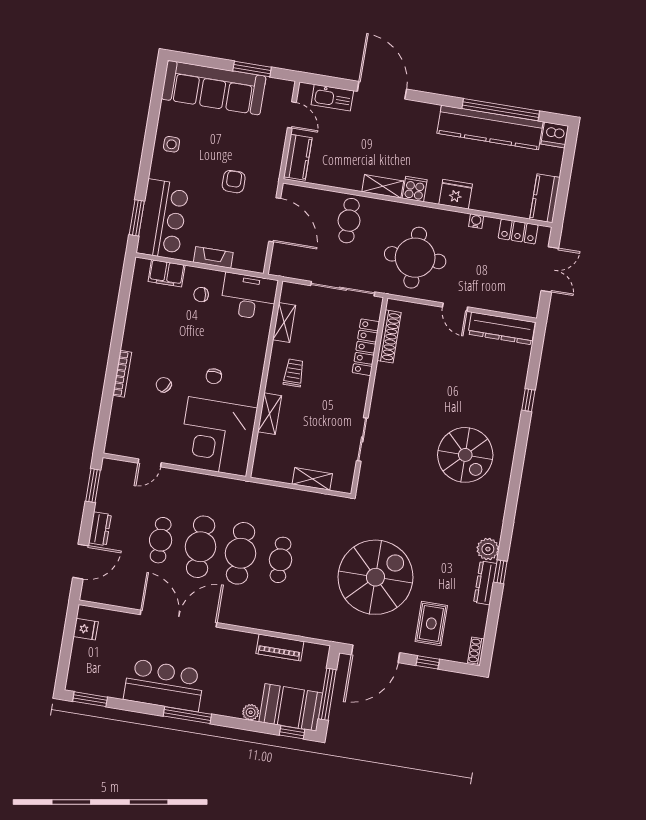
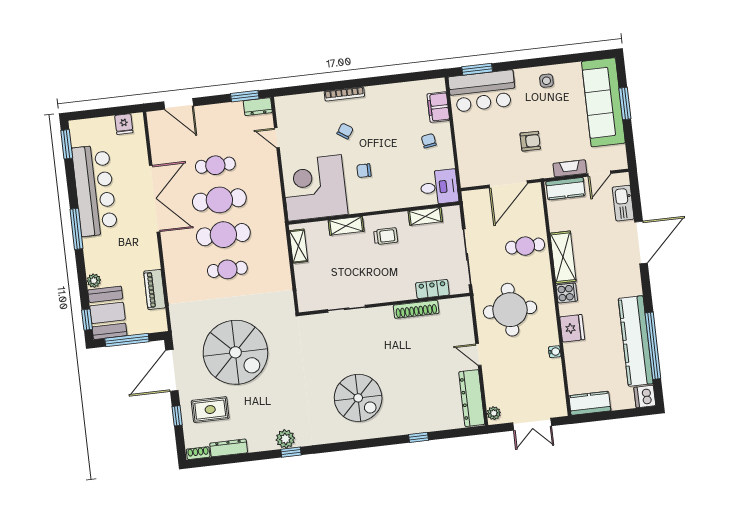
window: (252, 69) -> (625, 103), moved
shelving: (383, 186) -> (563, 257), width x1.50, depth x1.33
locker: (518, 231) -> (556, 389), removed
fireplace: (213, 257) -> (570, 168), moved, turned -90
desk: (249, 297) -> (439, 187), width x0.73
door: (455, 307) -> (478, 354), hinge flipped
plant: (525, 309) -> (494, 413), added
shoe rack: (389, 336) -> (416, 309), moved
locker: (366, 347) -> (432, 289), width x0.66
spiral stairs: (465, 455) -> (358, 398), turned -90
shelving: (312, 479) -> (299, 246), moved
dresser: (100, 529) -> (258, 107), moved
window: (500, 572) -> (291, 452), moved
dresser: (485, 583) -> (229, 448), moved
door: (375, 654) -> (172, 370), hinge flipped
bar counter: (164, 685) -> (95, 190), width x1.36

